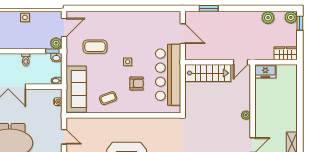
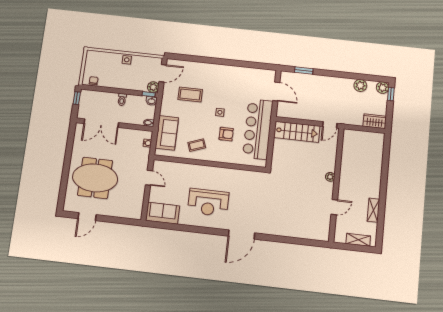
freezer: (265, 71) -> (353, 136), removed
sofa: (76, 89) -> (167, 133), width x0.73

